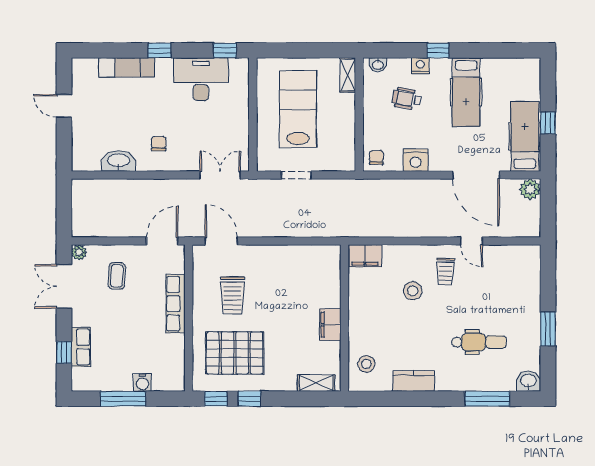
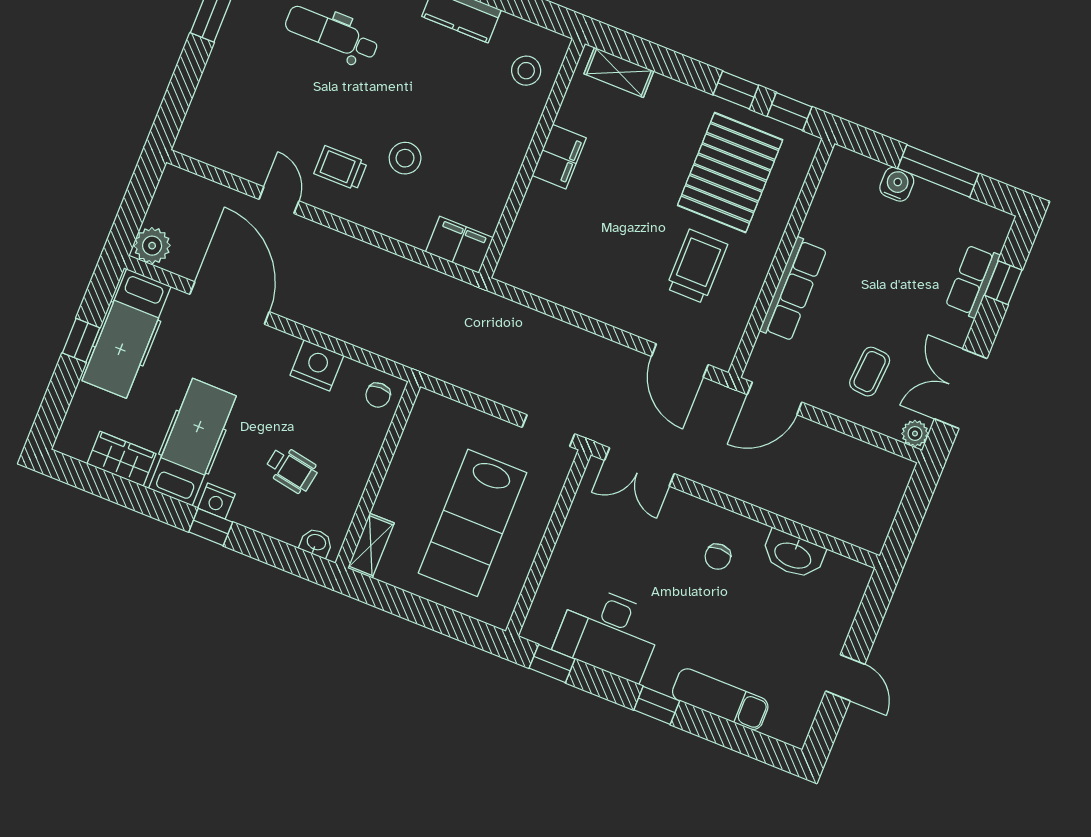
nightstand: (420, 66) -> (216, 501), moved
wardrobe: (501, 68) -> (121, 459), added
doorway: (296, 175) -> (548, 431), moved
trolley: (445, 272) -> (341, 168), turned -92
double door: (64, 286) -> (961, 389), swing flipped
pallet: (235, 353) -> (730, 173), turned 90

